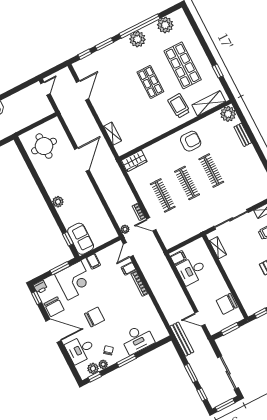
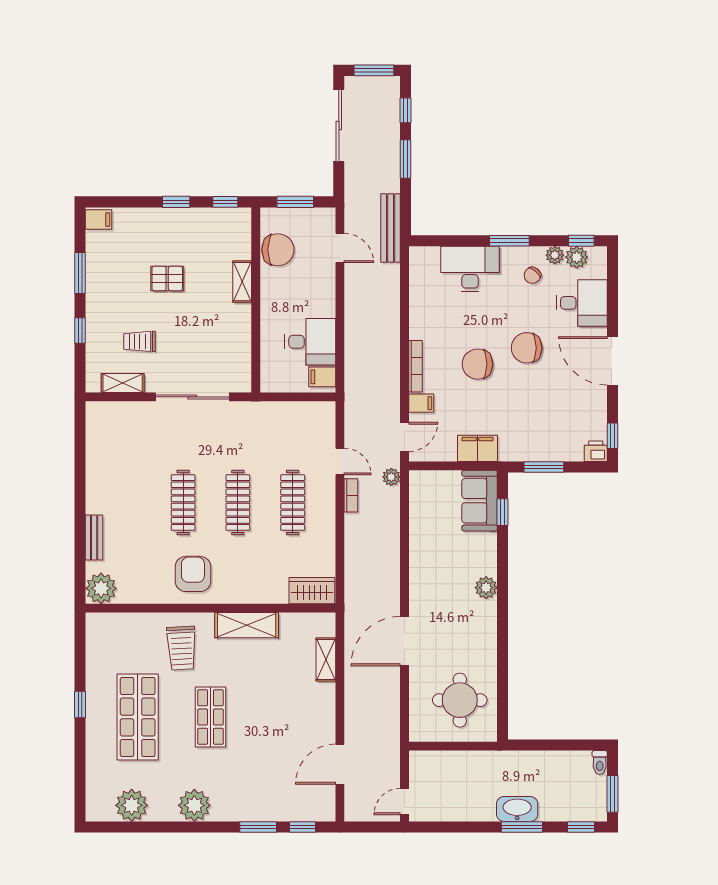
window: (139, 26) -> (179, 827), removed
window: (218, 71) -> (80, 705), moved
shelving: (209, 103) -> (247, 625), moved
armchair: (191, 141) -> (193, 574), turned 90
shelving: (218, 248) -> (242, 282), moved
filing cabinet: (93, 261) -> (478, 448), width x2.00
corner desk: (74, 280) -> (529, 432), removed
chair: (54, 307) -> (477, 364), moved, turned -90

